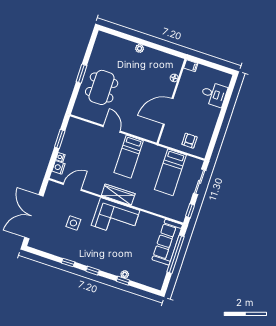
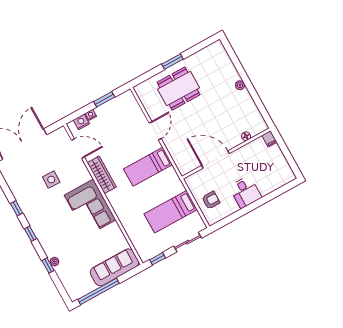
desk: (214, 94) -> (245, 192), moved
wardrobe: (118, 195) -> (102, 175), moved
window: (176, 254) -> (99, 291), moved

